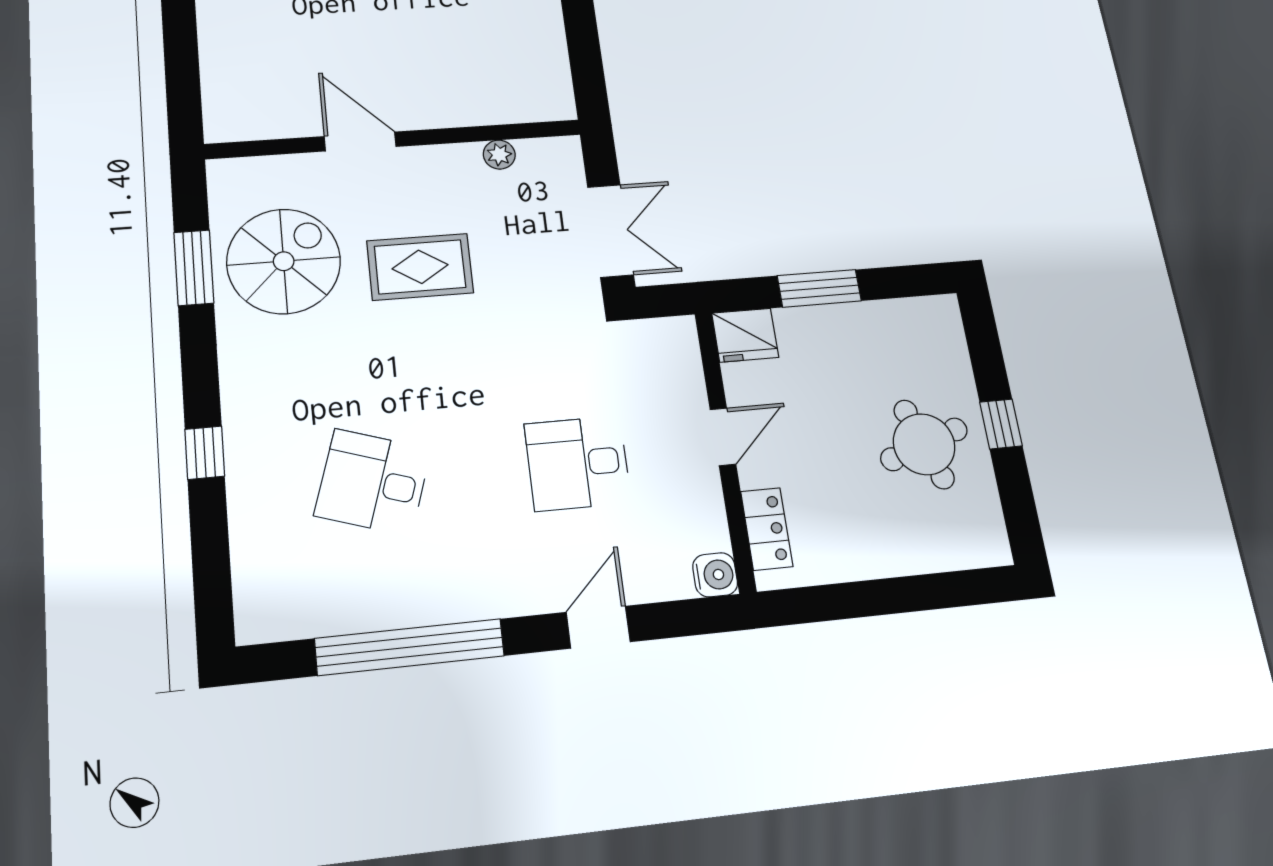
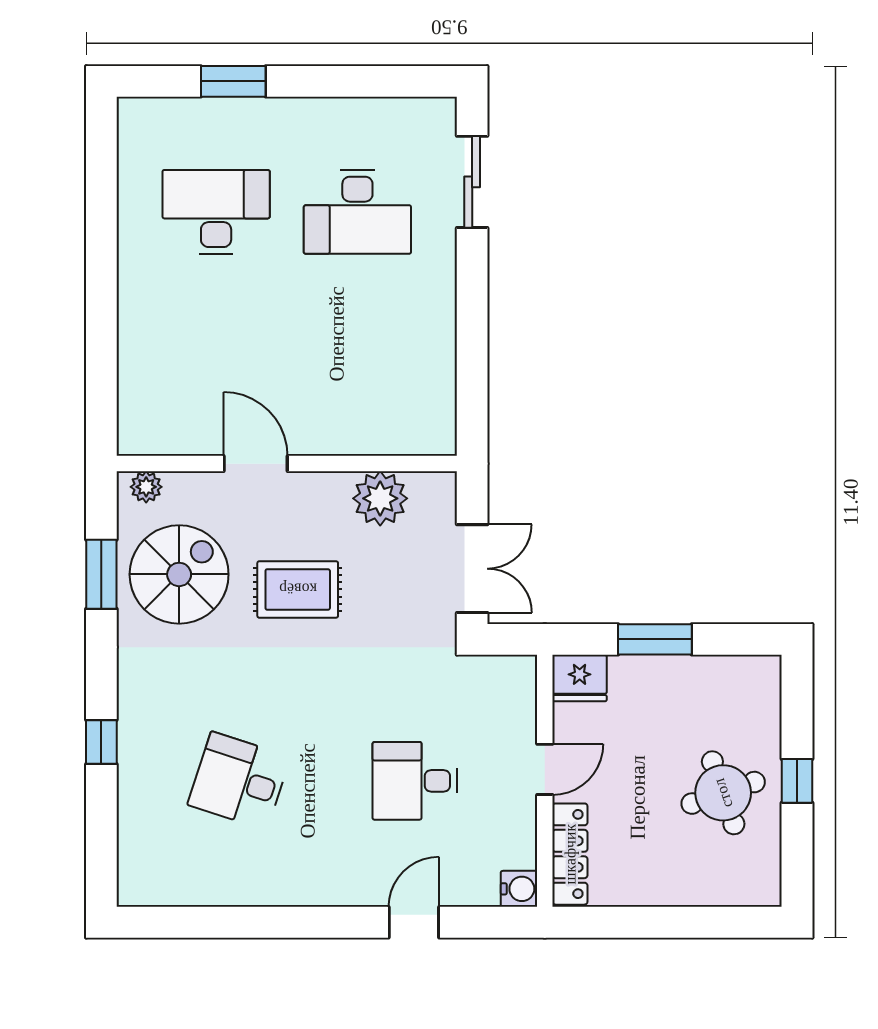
plant: (499, 155) -> (380, 498), width x1.87, depth x1.87
plant: (239, 173) -> (146, 487), added
locker: (767, 529) -> (570, 854), width x1.53
window: (410, 647) -> (257, 922), removed

